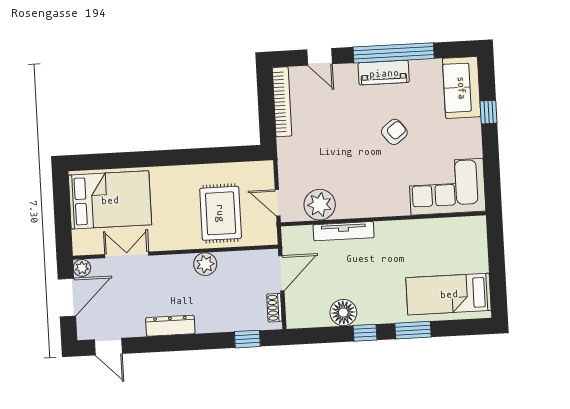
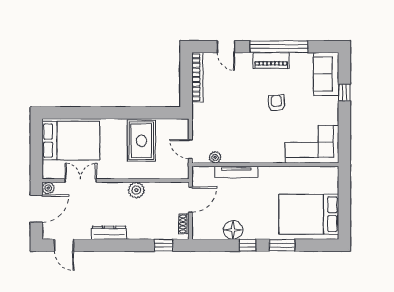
armchair: (394, 132) -> (276, 103), turned -55
plant: (320, 205) -> (215, 157), width x0.53, depth x0.53
rug: (221, 213) -> (141, 141), moved
bed: (449, 294) -> (309, 214), width x1.50

